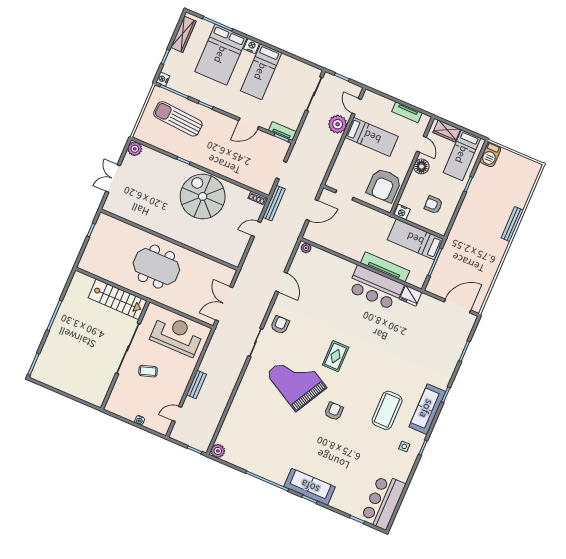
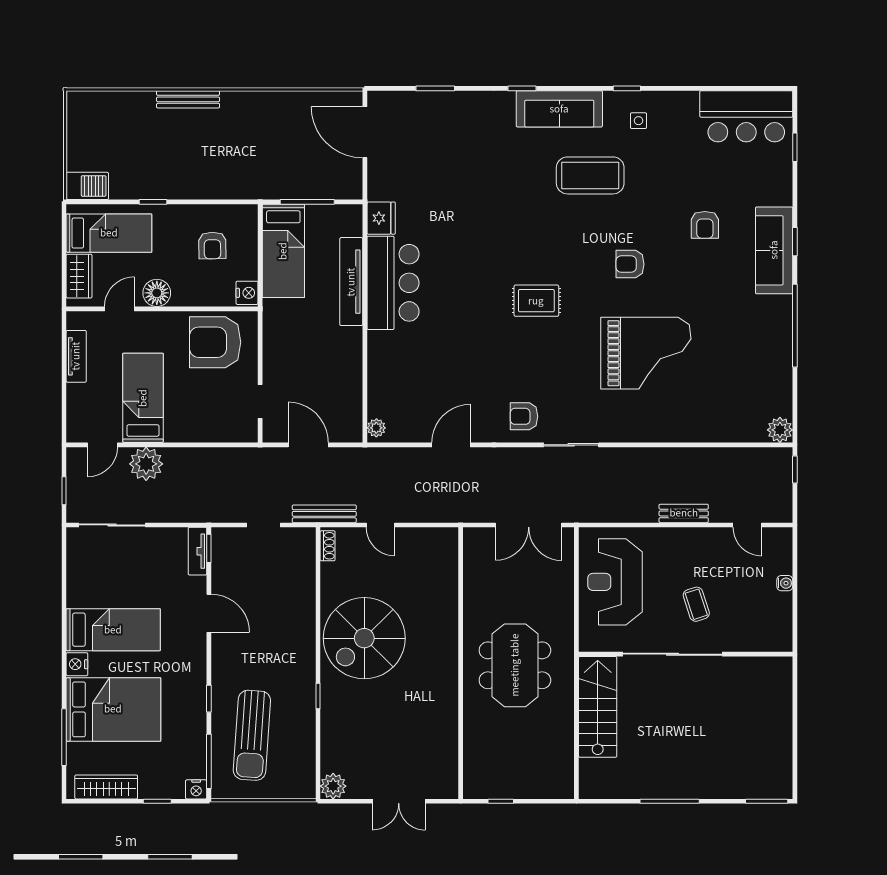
armchair: (384, 185) -> (215, 342), turned 180
grand piano: (296, 380) -> (646, 353), moved, turned -119
armchair: (337, 457) -> (705, 225), added

